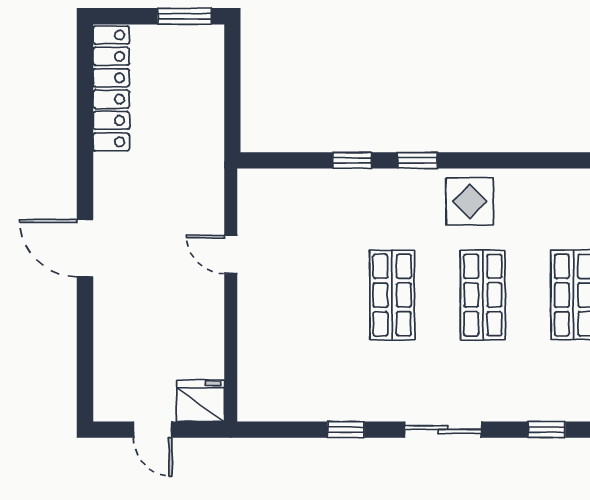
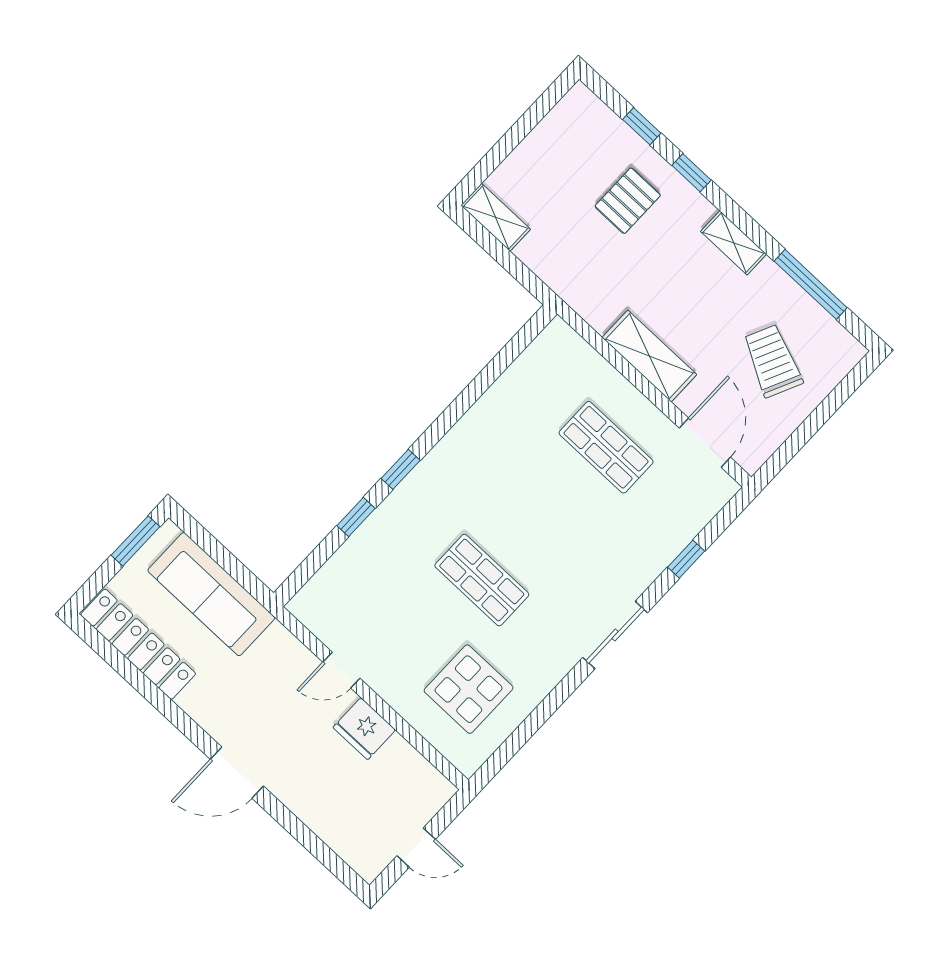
sofa: (198, 108) -> (211, 594), added
display table: (470, 201) -> (469, 689), moved, width x1.36, depth x1.36
shop shelf: (483, 295) -> (544, 514), removed
fridge: (200, 401) -> (364, 729), moved, turned -90
window: (346, 430) -> (549, 706), removed

